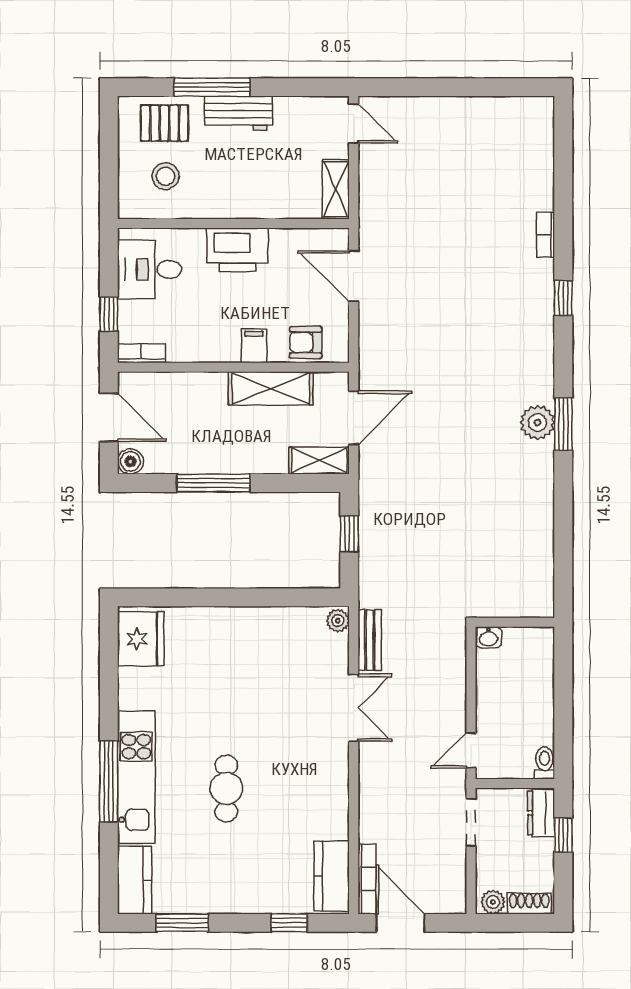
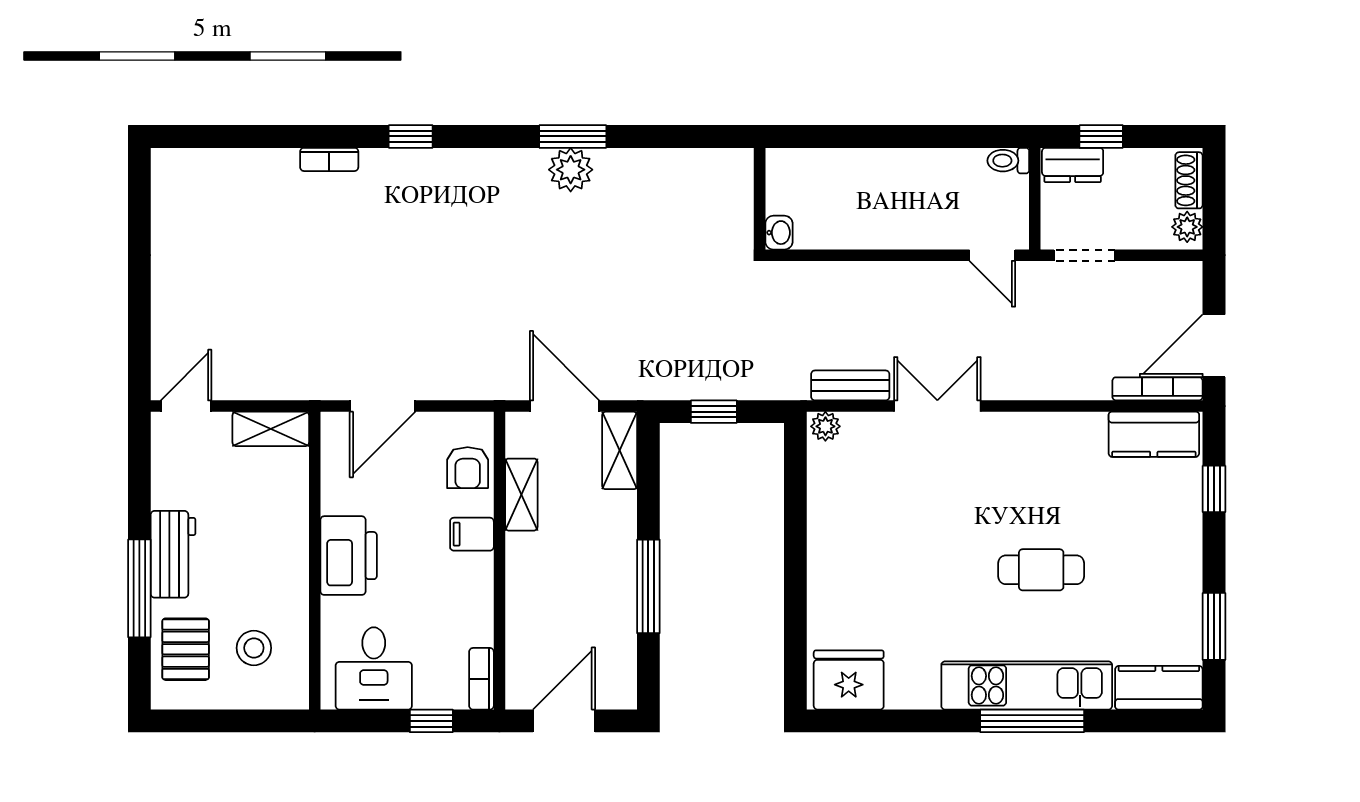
shelving: (271, 388) -> (521, 495), width x0.67, depth x0.75
boiler: (130, 461) -> (621, 693), removed
wall: (515, 622) -> (760, 199), moved
washbasin: (488, 637) -> (779, 233), moved

